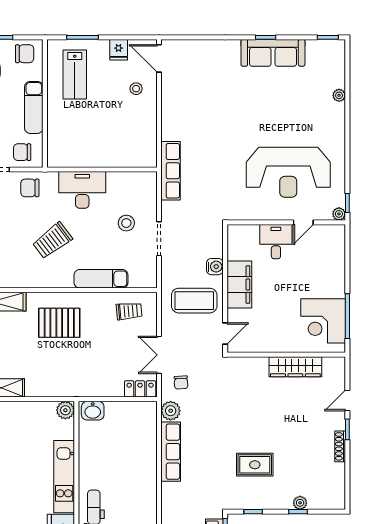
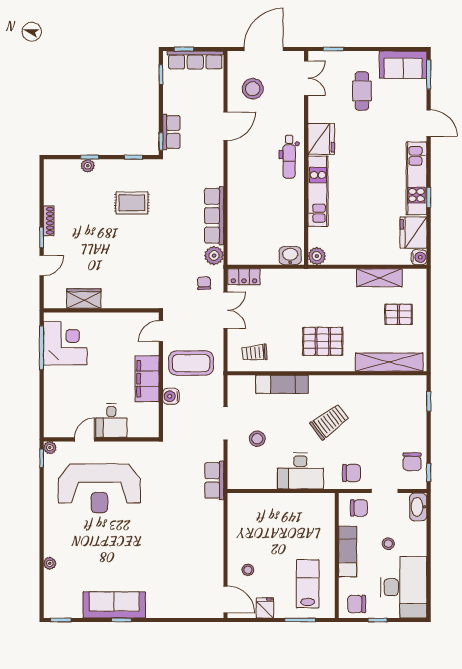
row of seats: (171, 171) -> (214, 480), width x0.68
reception desk: (288, 172) -> (99, 488), turned 180
wardrobe: (295, 367) -> (84, 299), width x0.67

